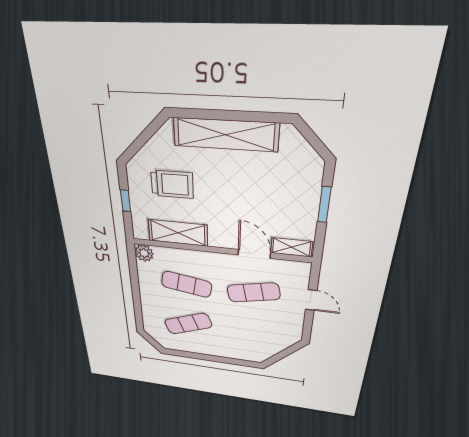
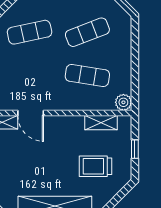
shelving: (178, 233) -> (101, 123), width x0.67, depth x0.75
exercise mat: (253, 292) -> (30, 32), moved

